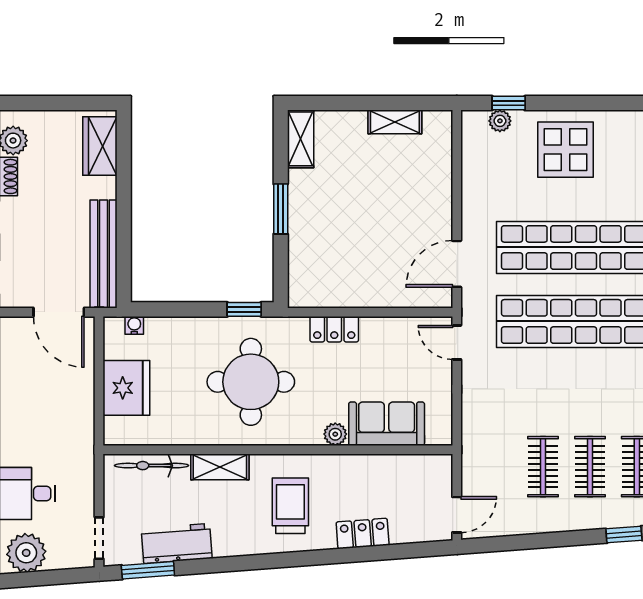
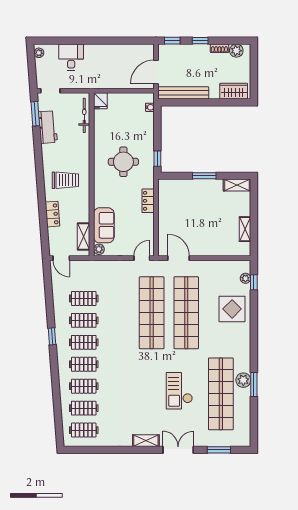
round table: (251, 382) -> (123, 162), width x0.73, depth x0.73
fridge: (126, 388) -> (100, 101), moved, width x0.53, depth x0.75
plant: (335, 434) -> (99, 249), moved
shelving: (220, 467) -> (84, 237), moved
plant: (26, 553) -> (39, 53), width x0.53, depth x0.53

